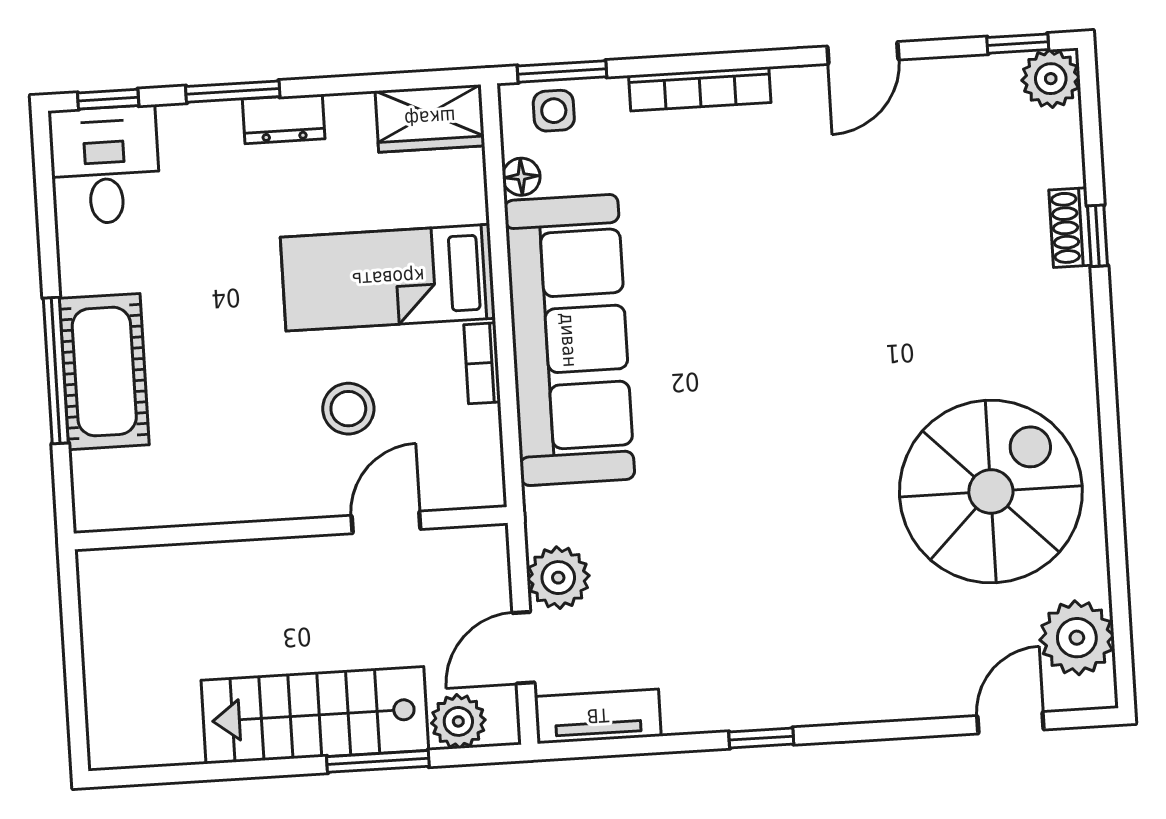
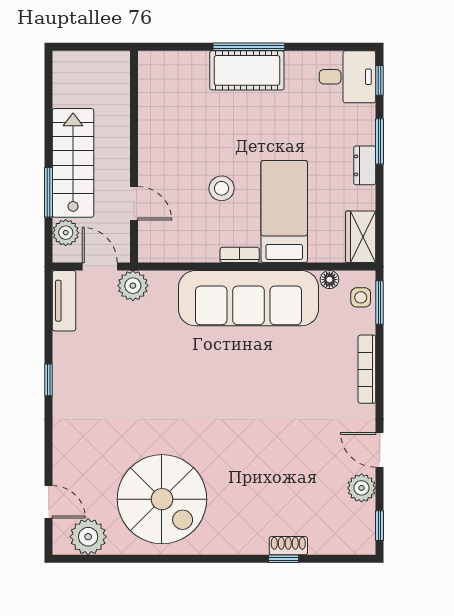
plant: (1051, 79) -> (362, 488), moved
door: (386, 522) -> (134, 203), moved
wall: (291, 528) -> (134, 157), moved

